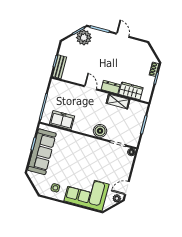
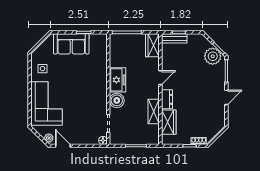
wardrobe: (60, 87) -> (152, 45), added
freezer: (62, 120) -> (117, 80), moved
sofa: (42, 152) -> (71, 44), width x0.73

